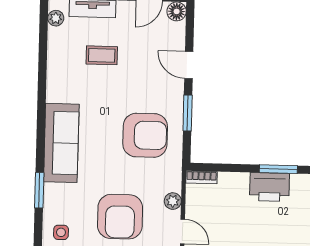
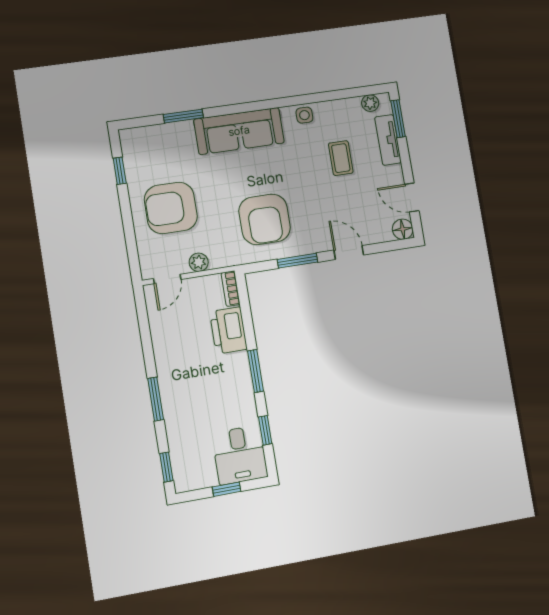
door: (189, 65) -> (349, 253), hinge flipped
printer: (269, 187) -> (228, 330), moved
side table: (61, 232) -> (304, 115), moved

